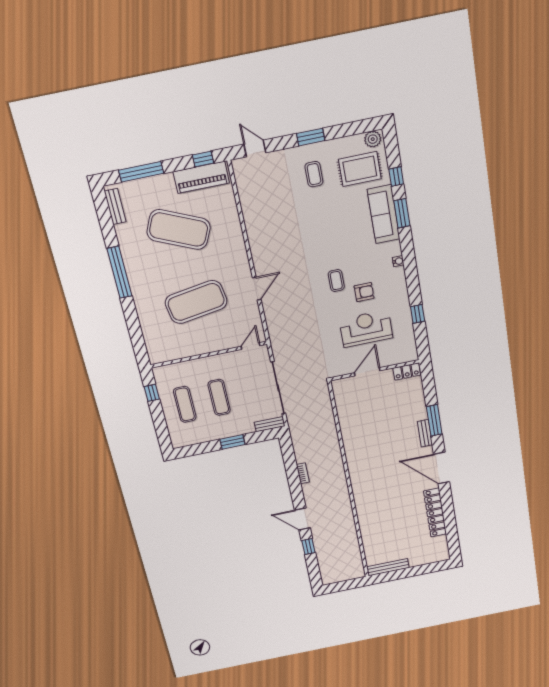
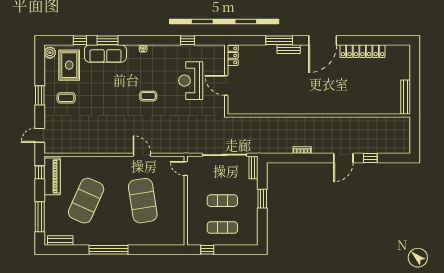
armchair: (364, 292) -> (162, 77), removed

